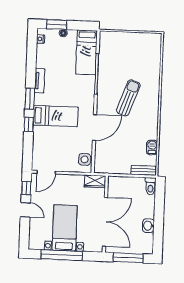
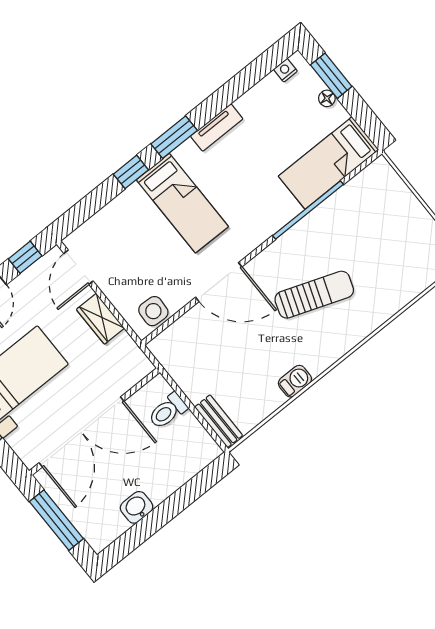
barbecue: (152, 147) -> (295, 381), moved
door: (46, 172) -> (79, 267), hinge flipped
wardrobe: (95, 181) -> (100, 319), moved
toilet: (150, 186) -> (168, 411), moved

